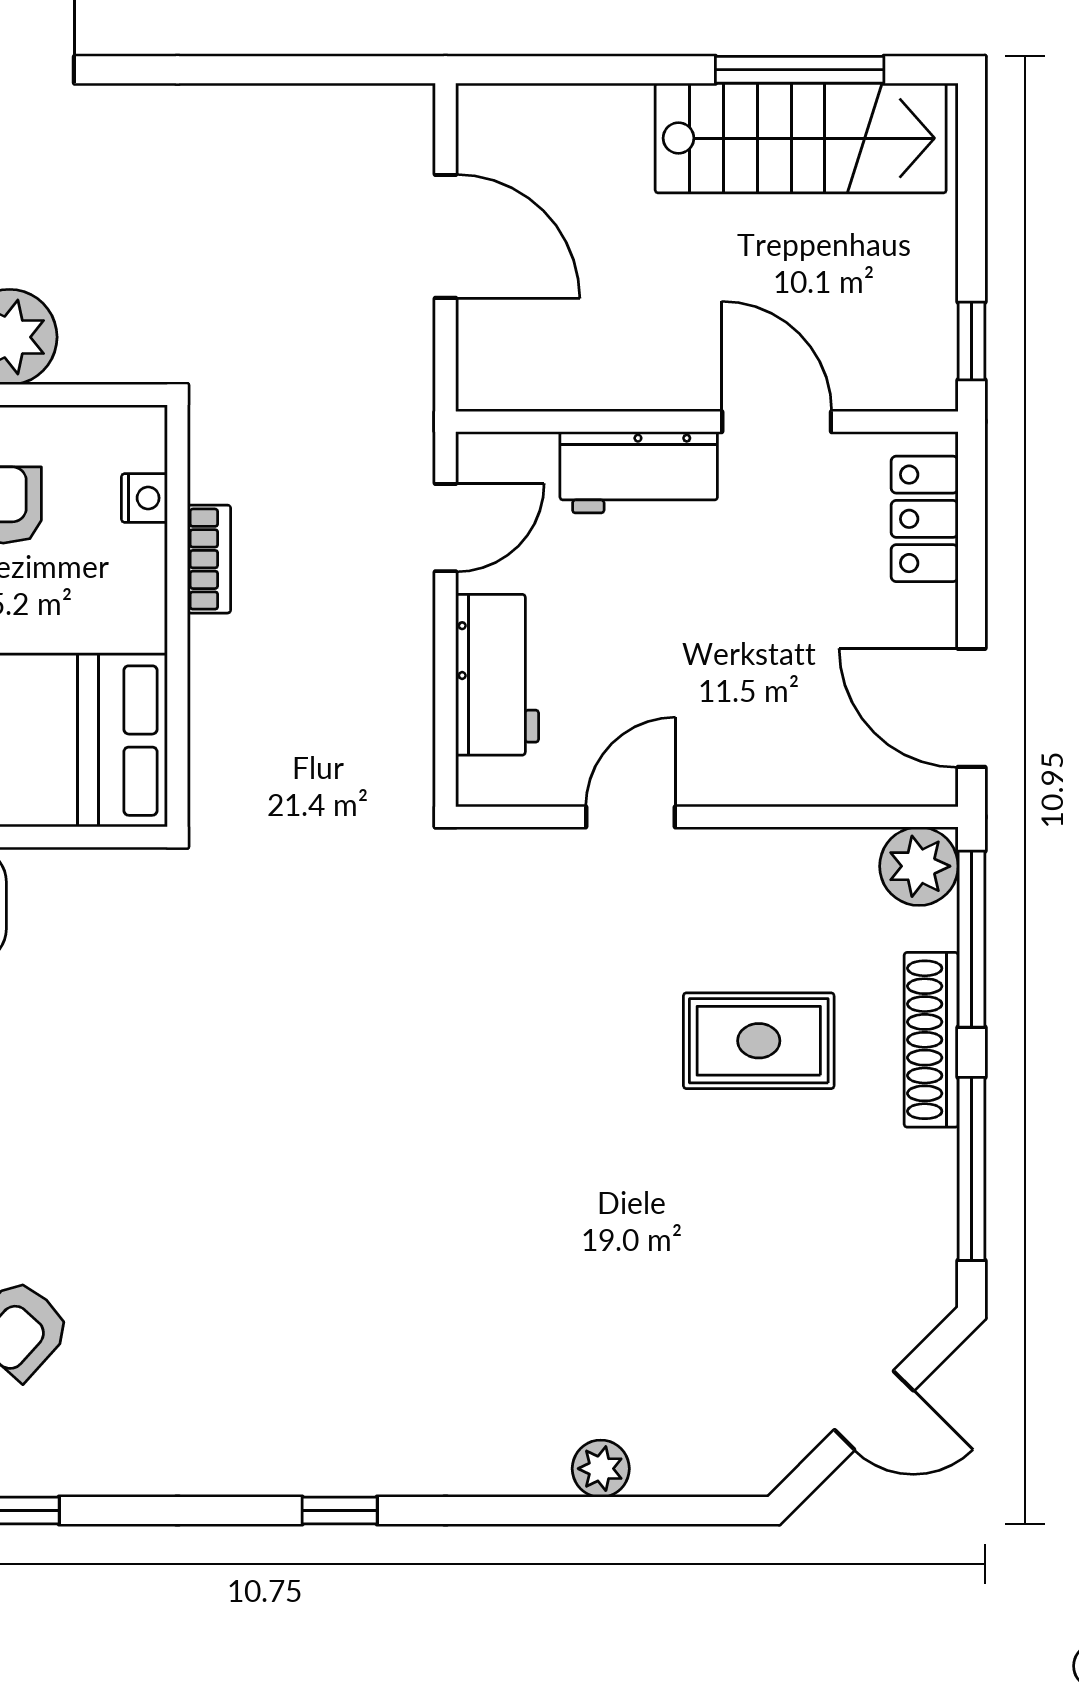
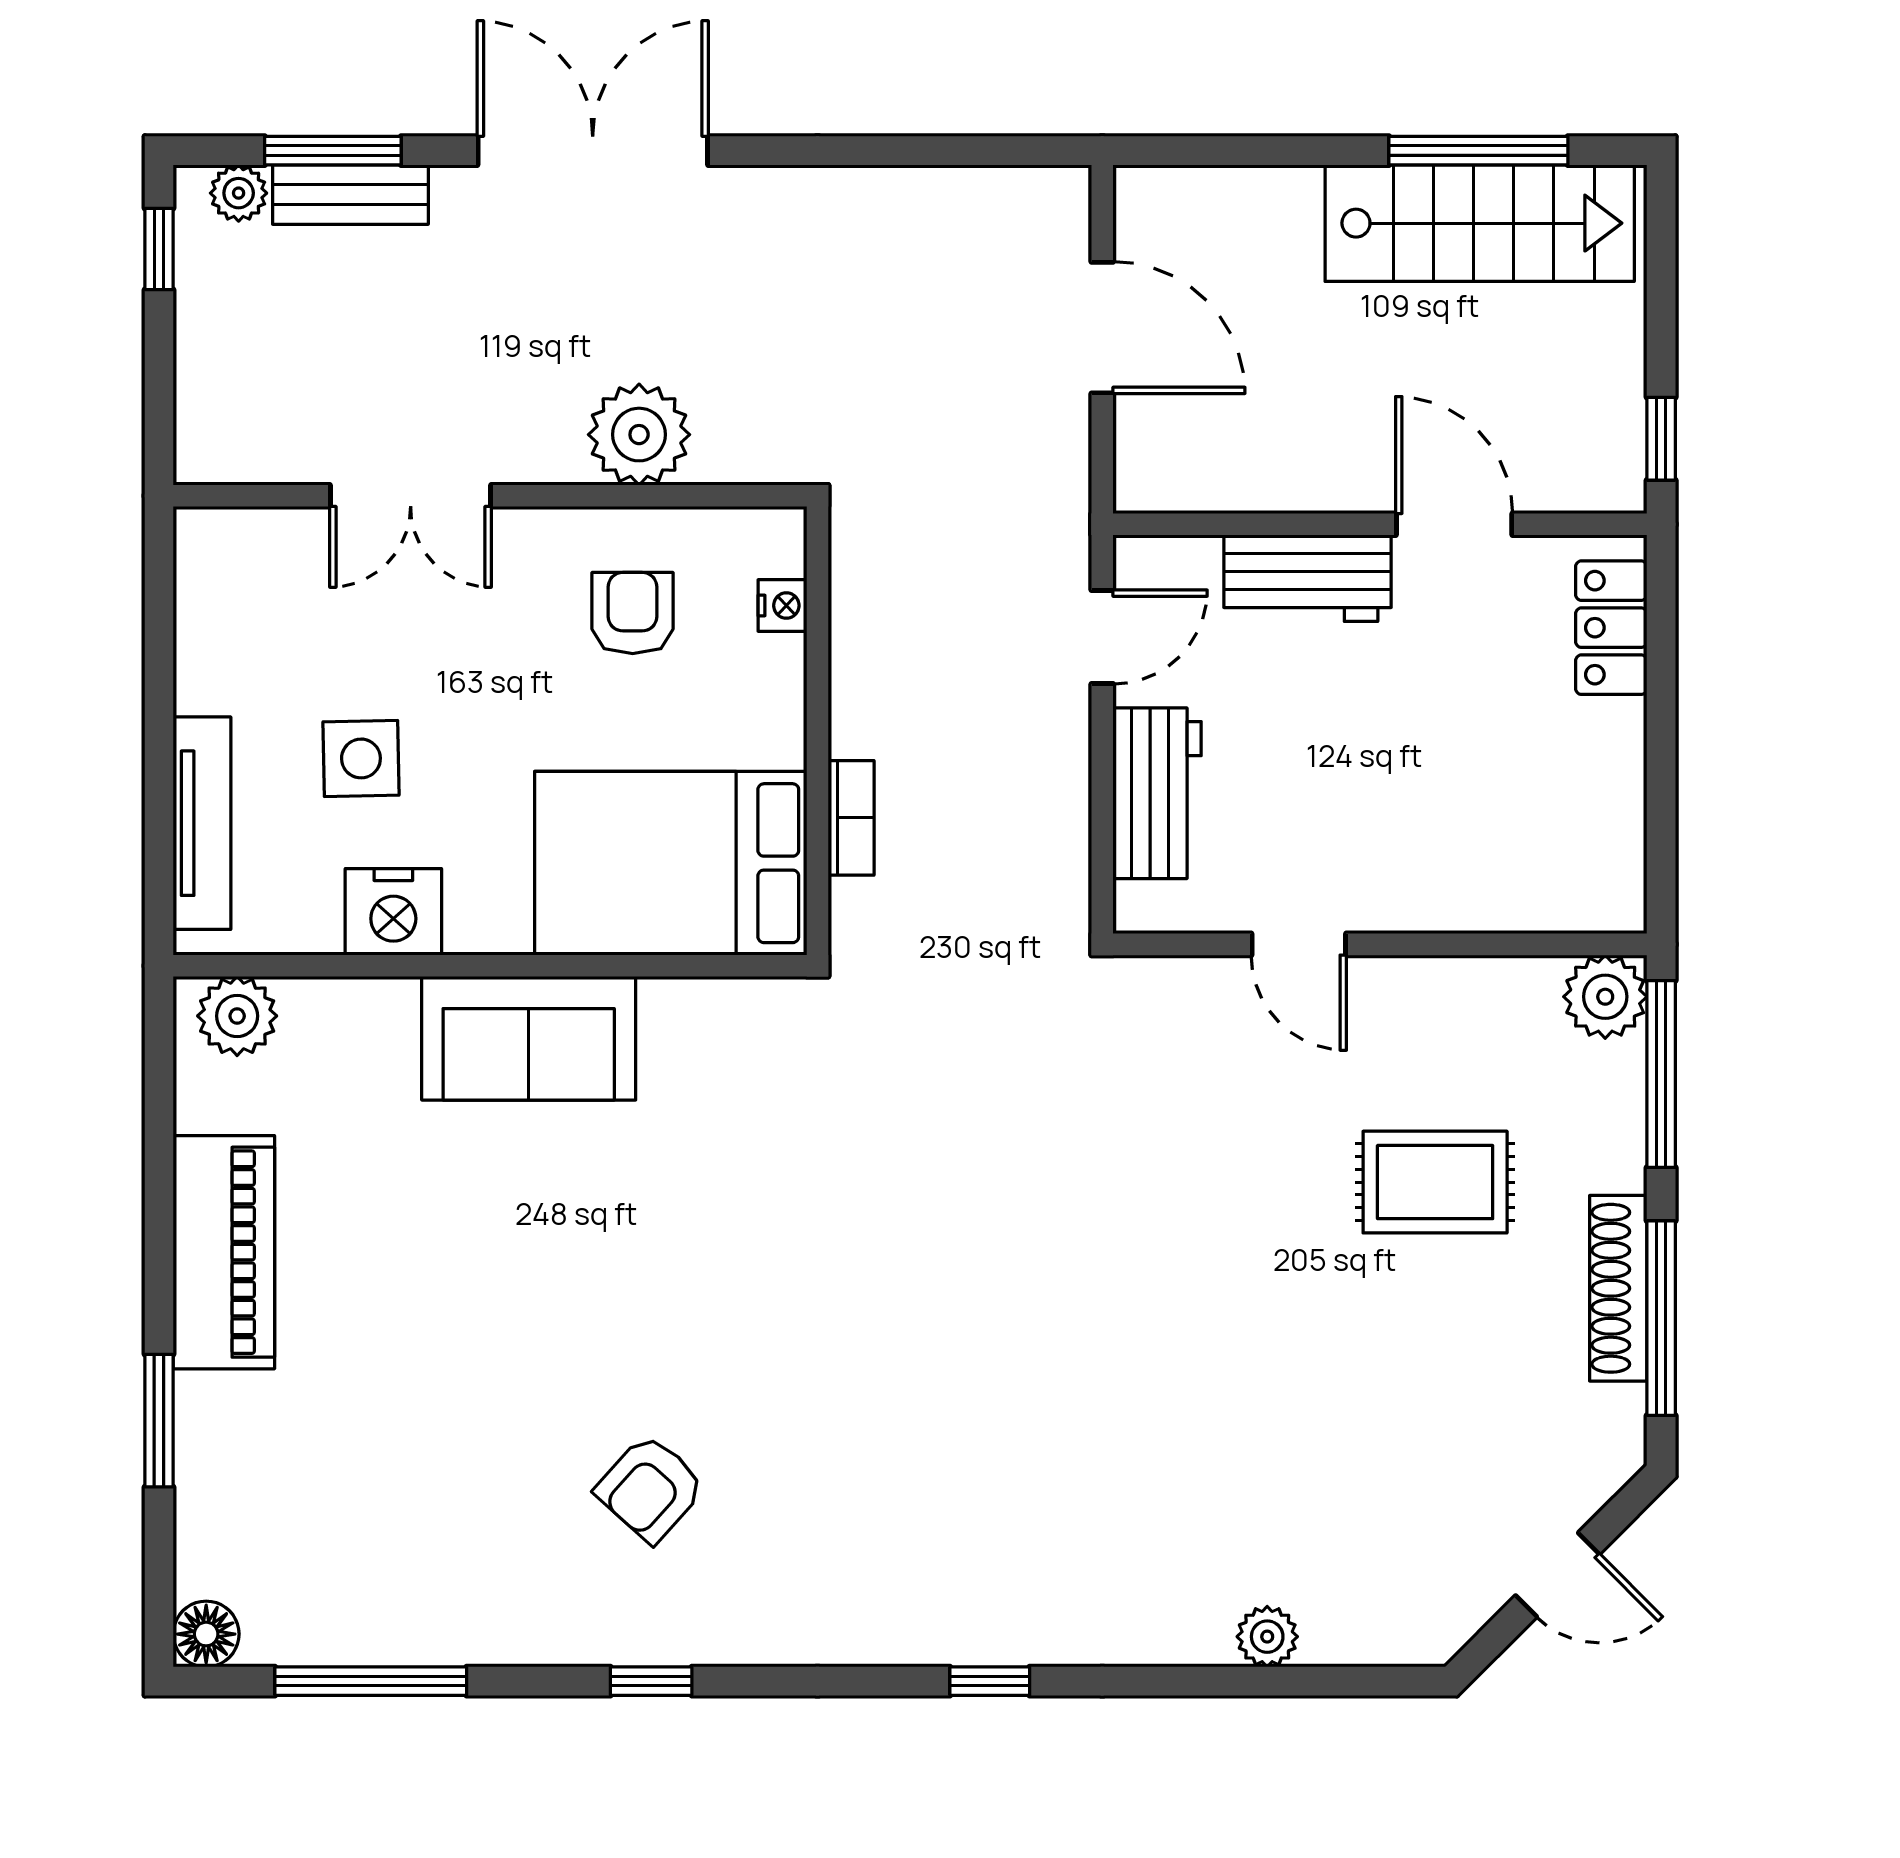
bookcase: (209, 559) -> (851, 818), moved
door: (972, 708) -> (1661, 829), removed
door: (630, 817) -> (1299, 944), swing flipped
shoe rack: (931, 1040) -> (1618, 1288), moved

